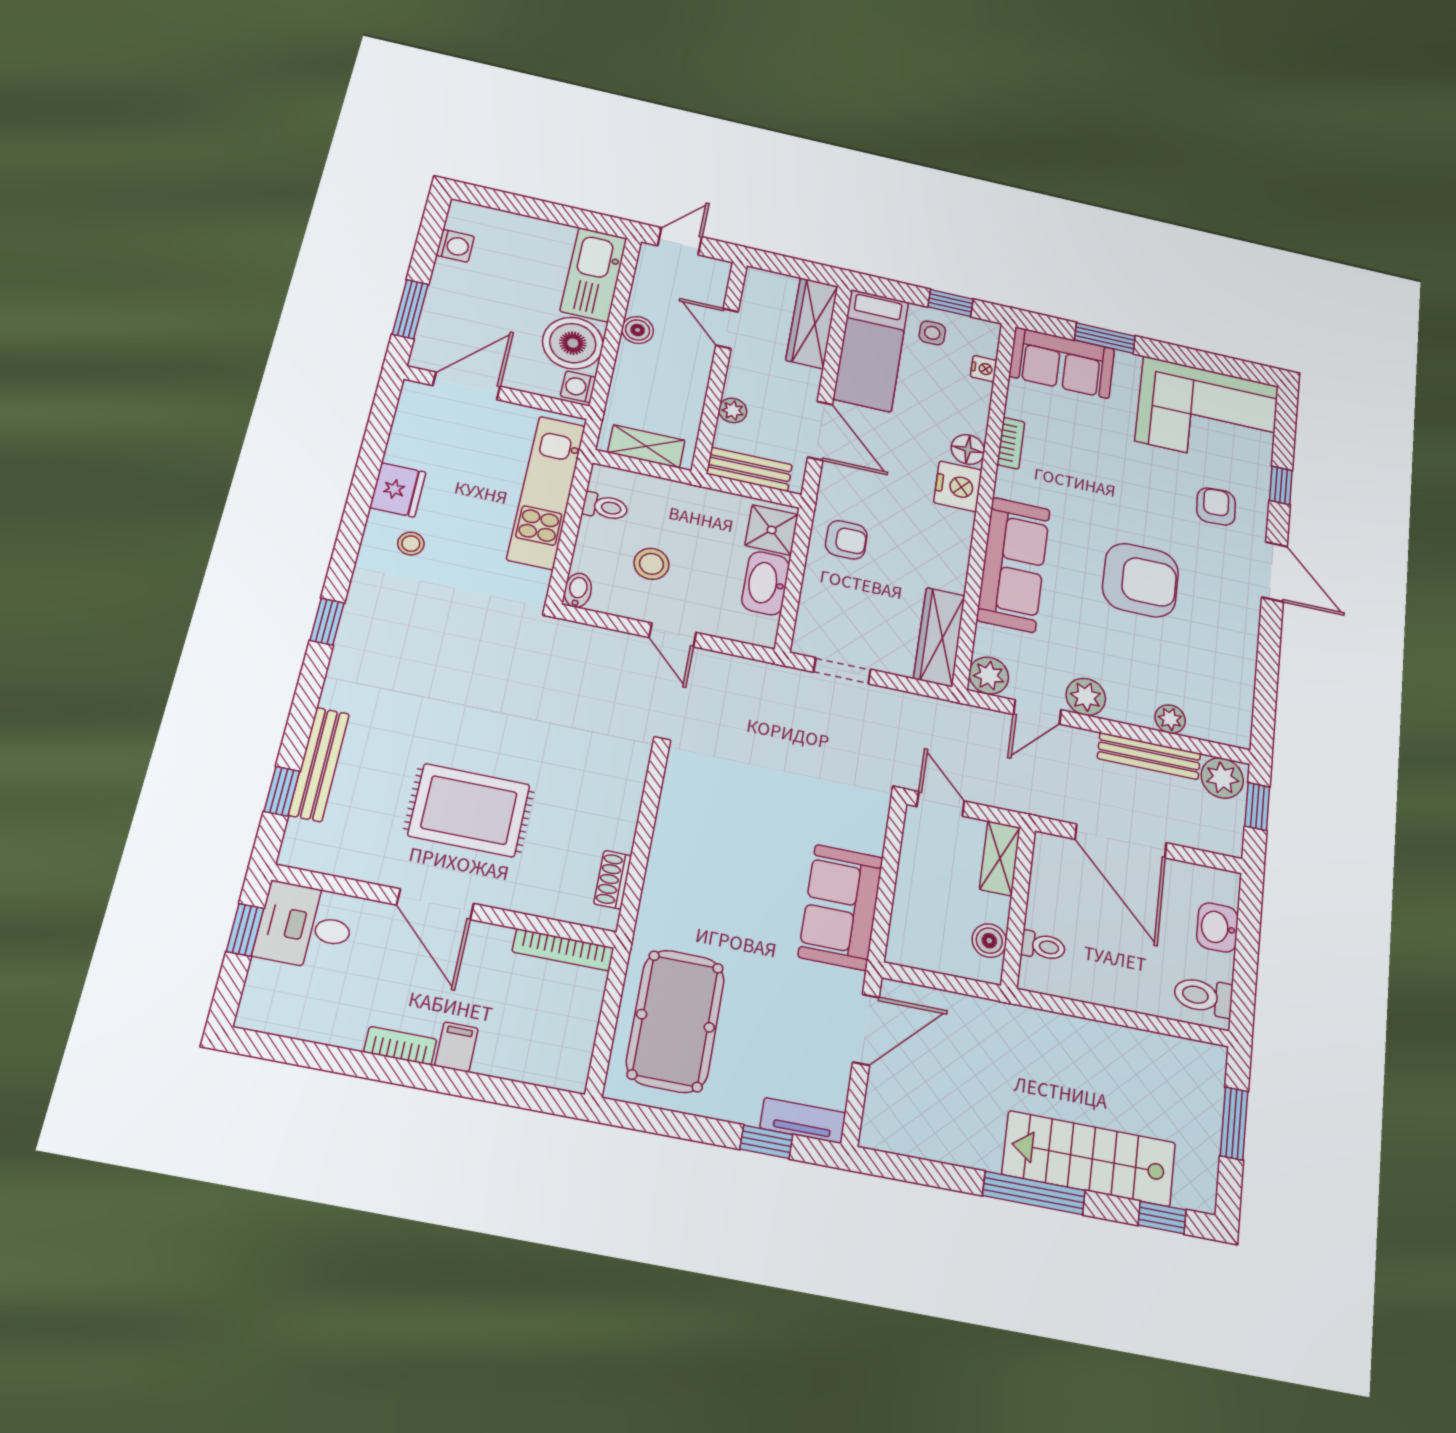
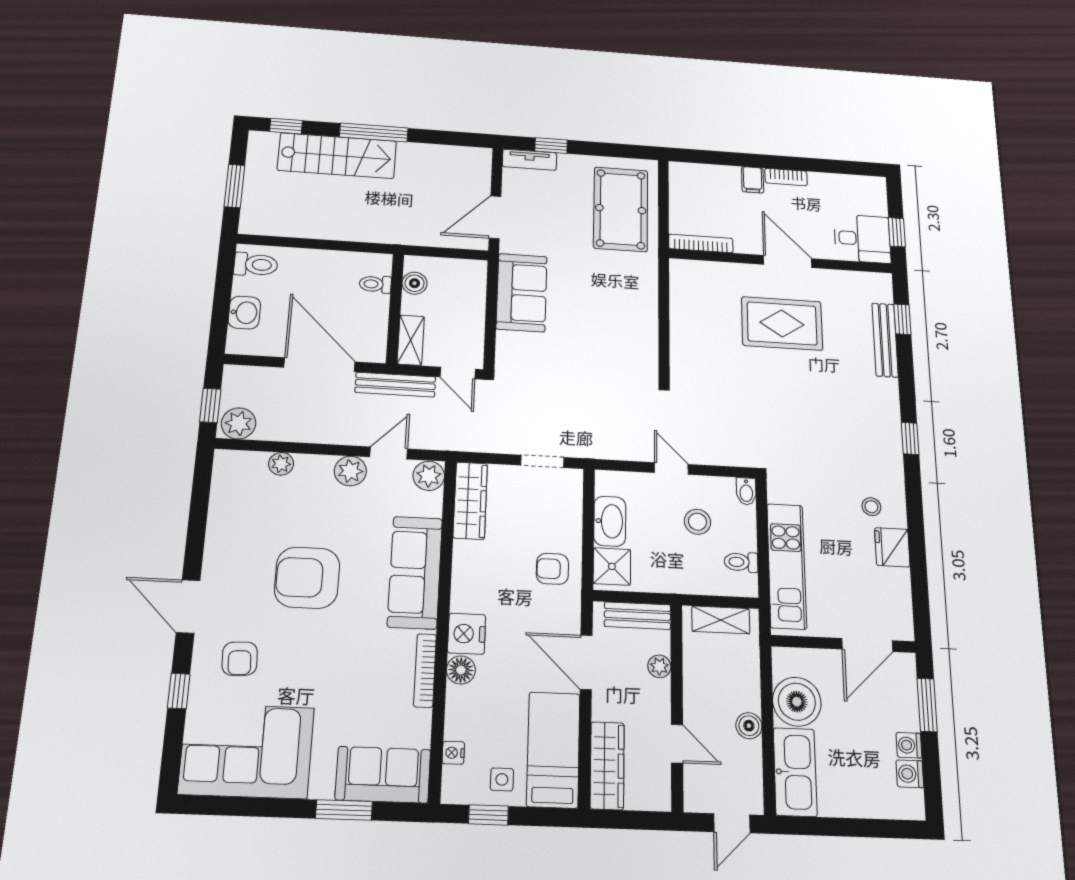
washing machine: (578, 387) -> (909, 745), moved, turned 180
bookcase: (1011, 443) -> (425, 670), width x1.56
bench: (1149, 756) -> (395, 385), moved
shoe rack: (613, 880) -> (678, 291), removed

